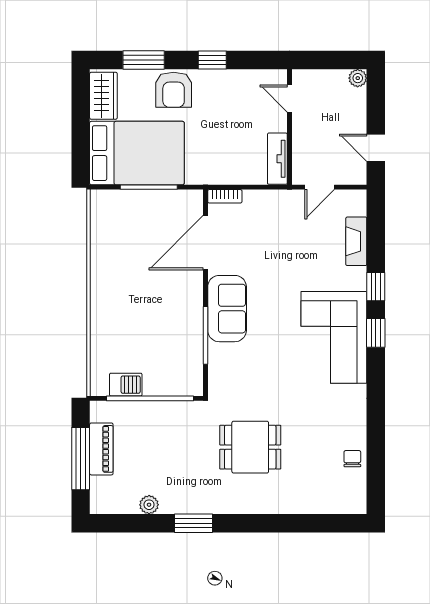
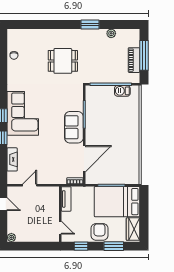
door: (290, 99) -> (60, 228), moved
wall: (290, 127) -> (60, 214), moved
tv unit: (277, 159) -> (66, 199), moved

